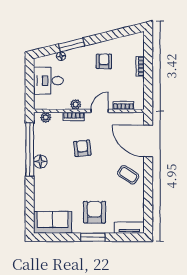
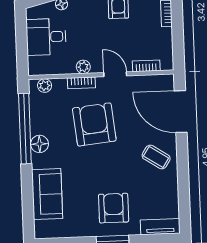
door: (100, 111) -> (115, 74), hinge flipped
armchair: (82, 148) -> (94, 124), width x1.88, depth x1.88
sofa: (53, 222) -> (47, 194), moved, turned 90

